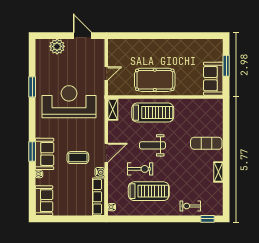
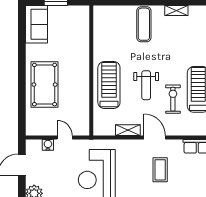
sofa: (213, 79) -> (36, 24), moved, turned -90
pool table: (155, 80) -> (45, 85), moved
shelving: (113, 109) -> (128, 130), moved
water cooler: (100, 172) -> (48, 145), moved

